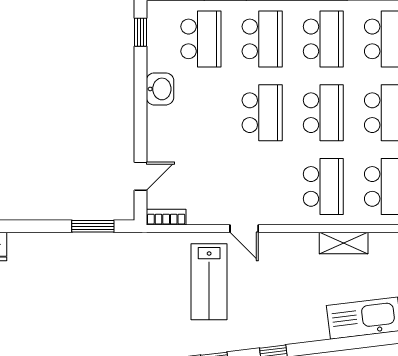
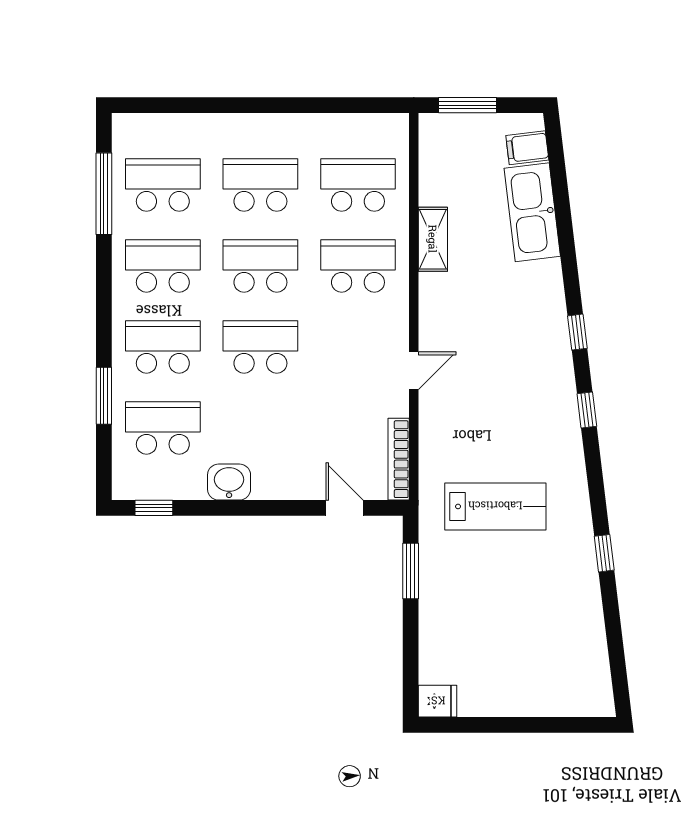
bookcase: (166, 217) -> (399, 459), width x1.56
lab bench: (209, 282) -> (495, 506), moved

